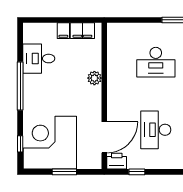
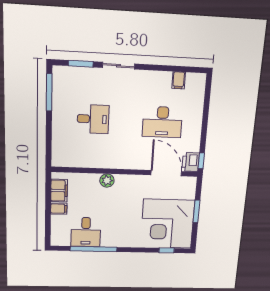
desk: (156, 62) -> (93, 119), width x0.73
window: (20, 86) -> (94, 249), moved
window: (137, 172) -> (201, 161), moved

